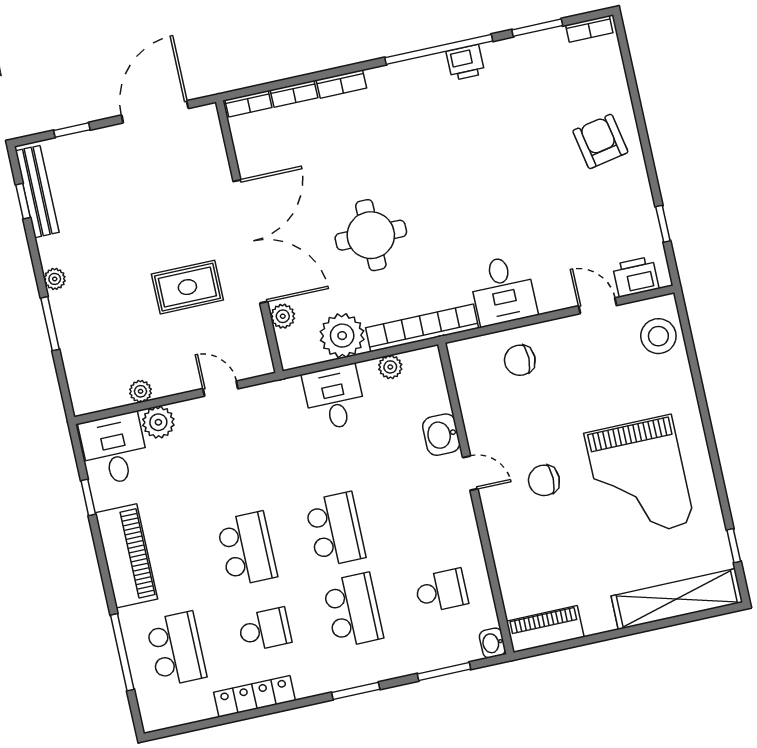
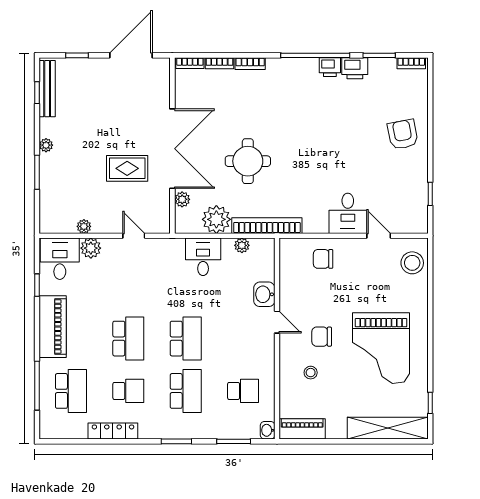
printer: (636, 277) -> (355, 68), moved, turned 180
desk: (503, 290) -> (348, 213), moved
stool: (539, 540) -> (311, 373), added

